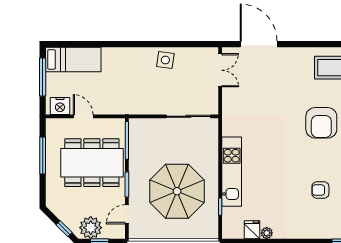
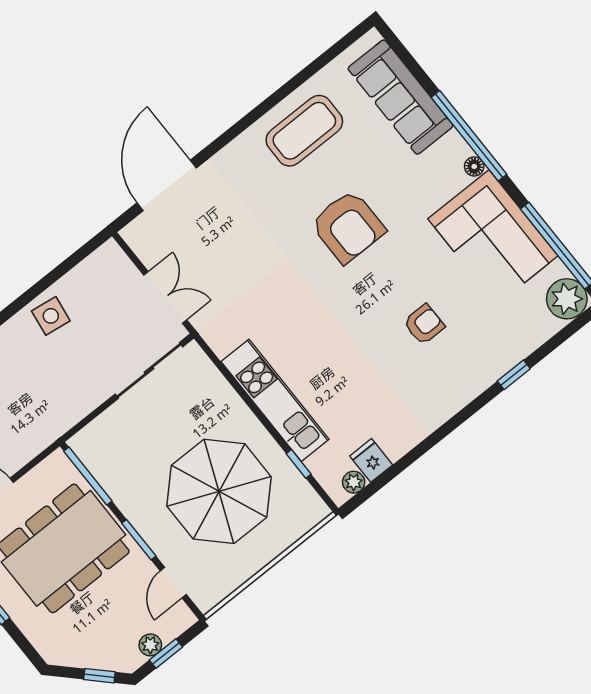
door: (259, 44) -> (167, 185), hinge flipped
double door: (220, 70) -> (165, 297), moved
armchair: (320, 190) -> (424, 324), turned 180
plant: (91, 228) -> (150, 645), width x0.53, depth x0.53
plant: (267, 233) -> (354, 482), moved

